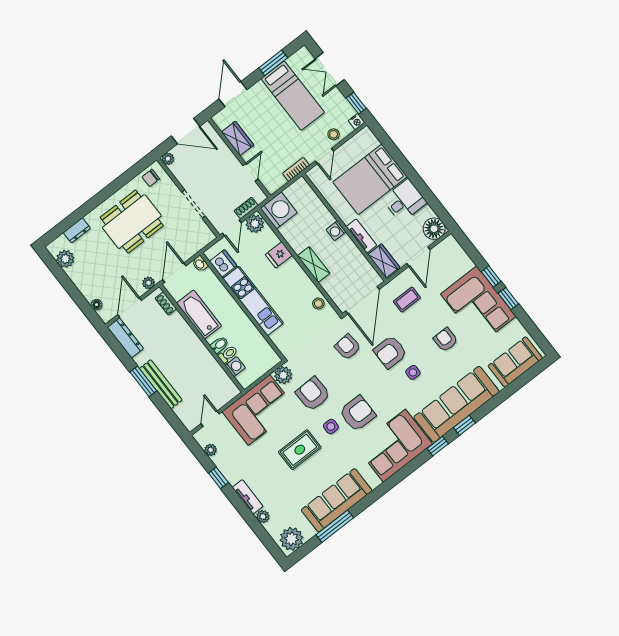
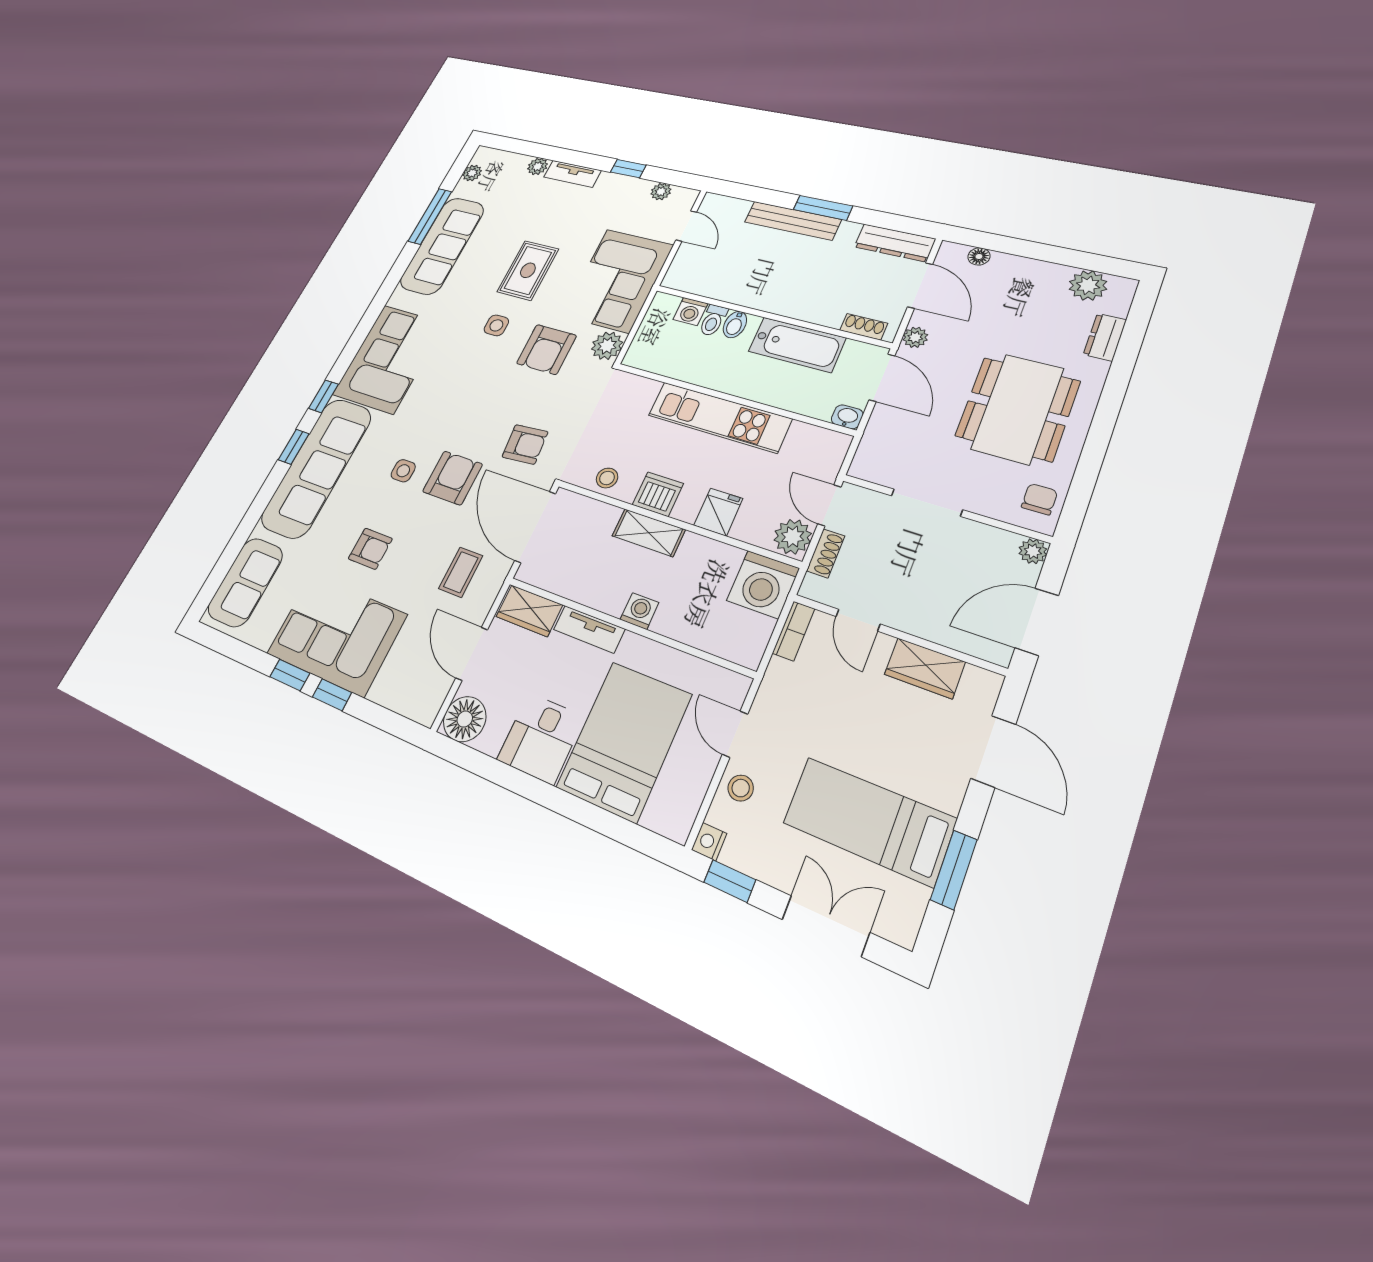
bookcase: (296, 169) -> (794, 631), moved
dishwasher: (223, 263) -> (658, 494), moved, turned 180
armchair: (313, 394) -> (546, 349), turned 92
armchair: (357, 413) -> (464, 365), removed
plant: (291, 539) -> (472, 173), width x0.53, depth x0.53

